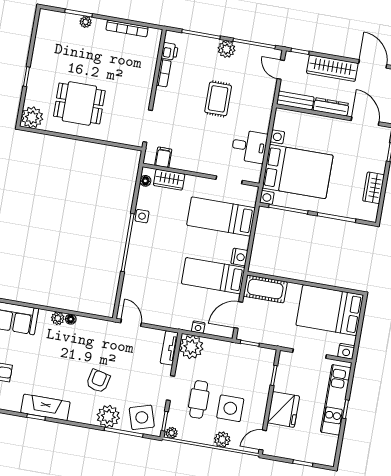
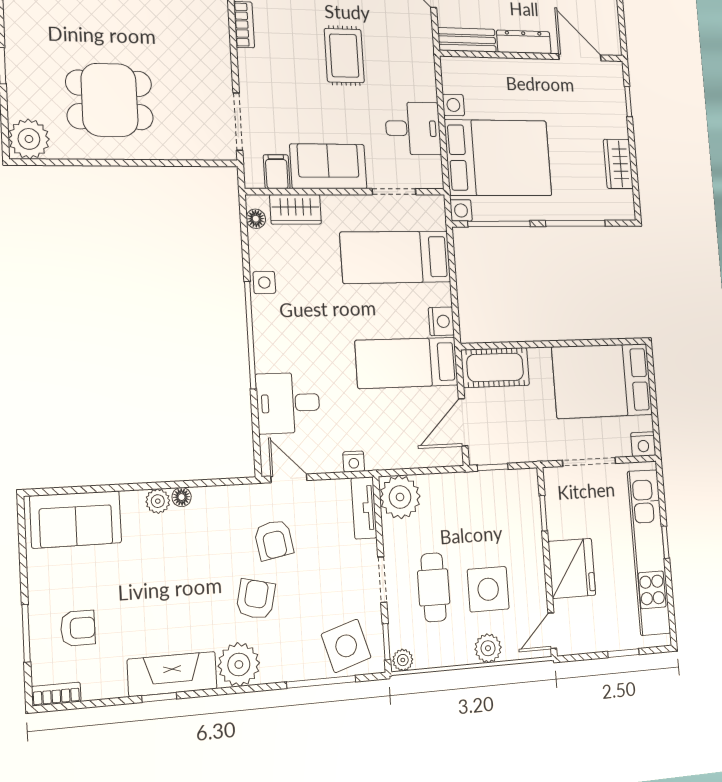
sofa: (194, 159) -> (328, 166), added
desk: (140, 283) -> (288, 403), added
nightstand: (198, 327) -> (354, 462), moved
armchair: (115, 353) -> (274, 540), added
kitchen unit: (336, 400) -> (649, 552), width x1.36
plant: (108, 416) -> (239, 664), moved

